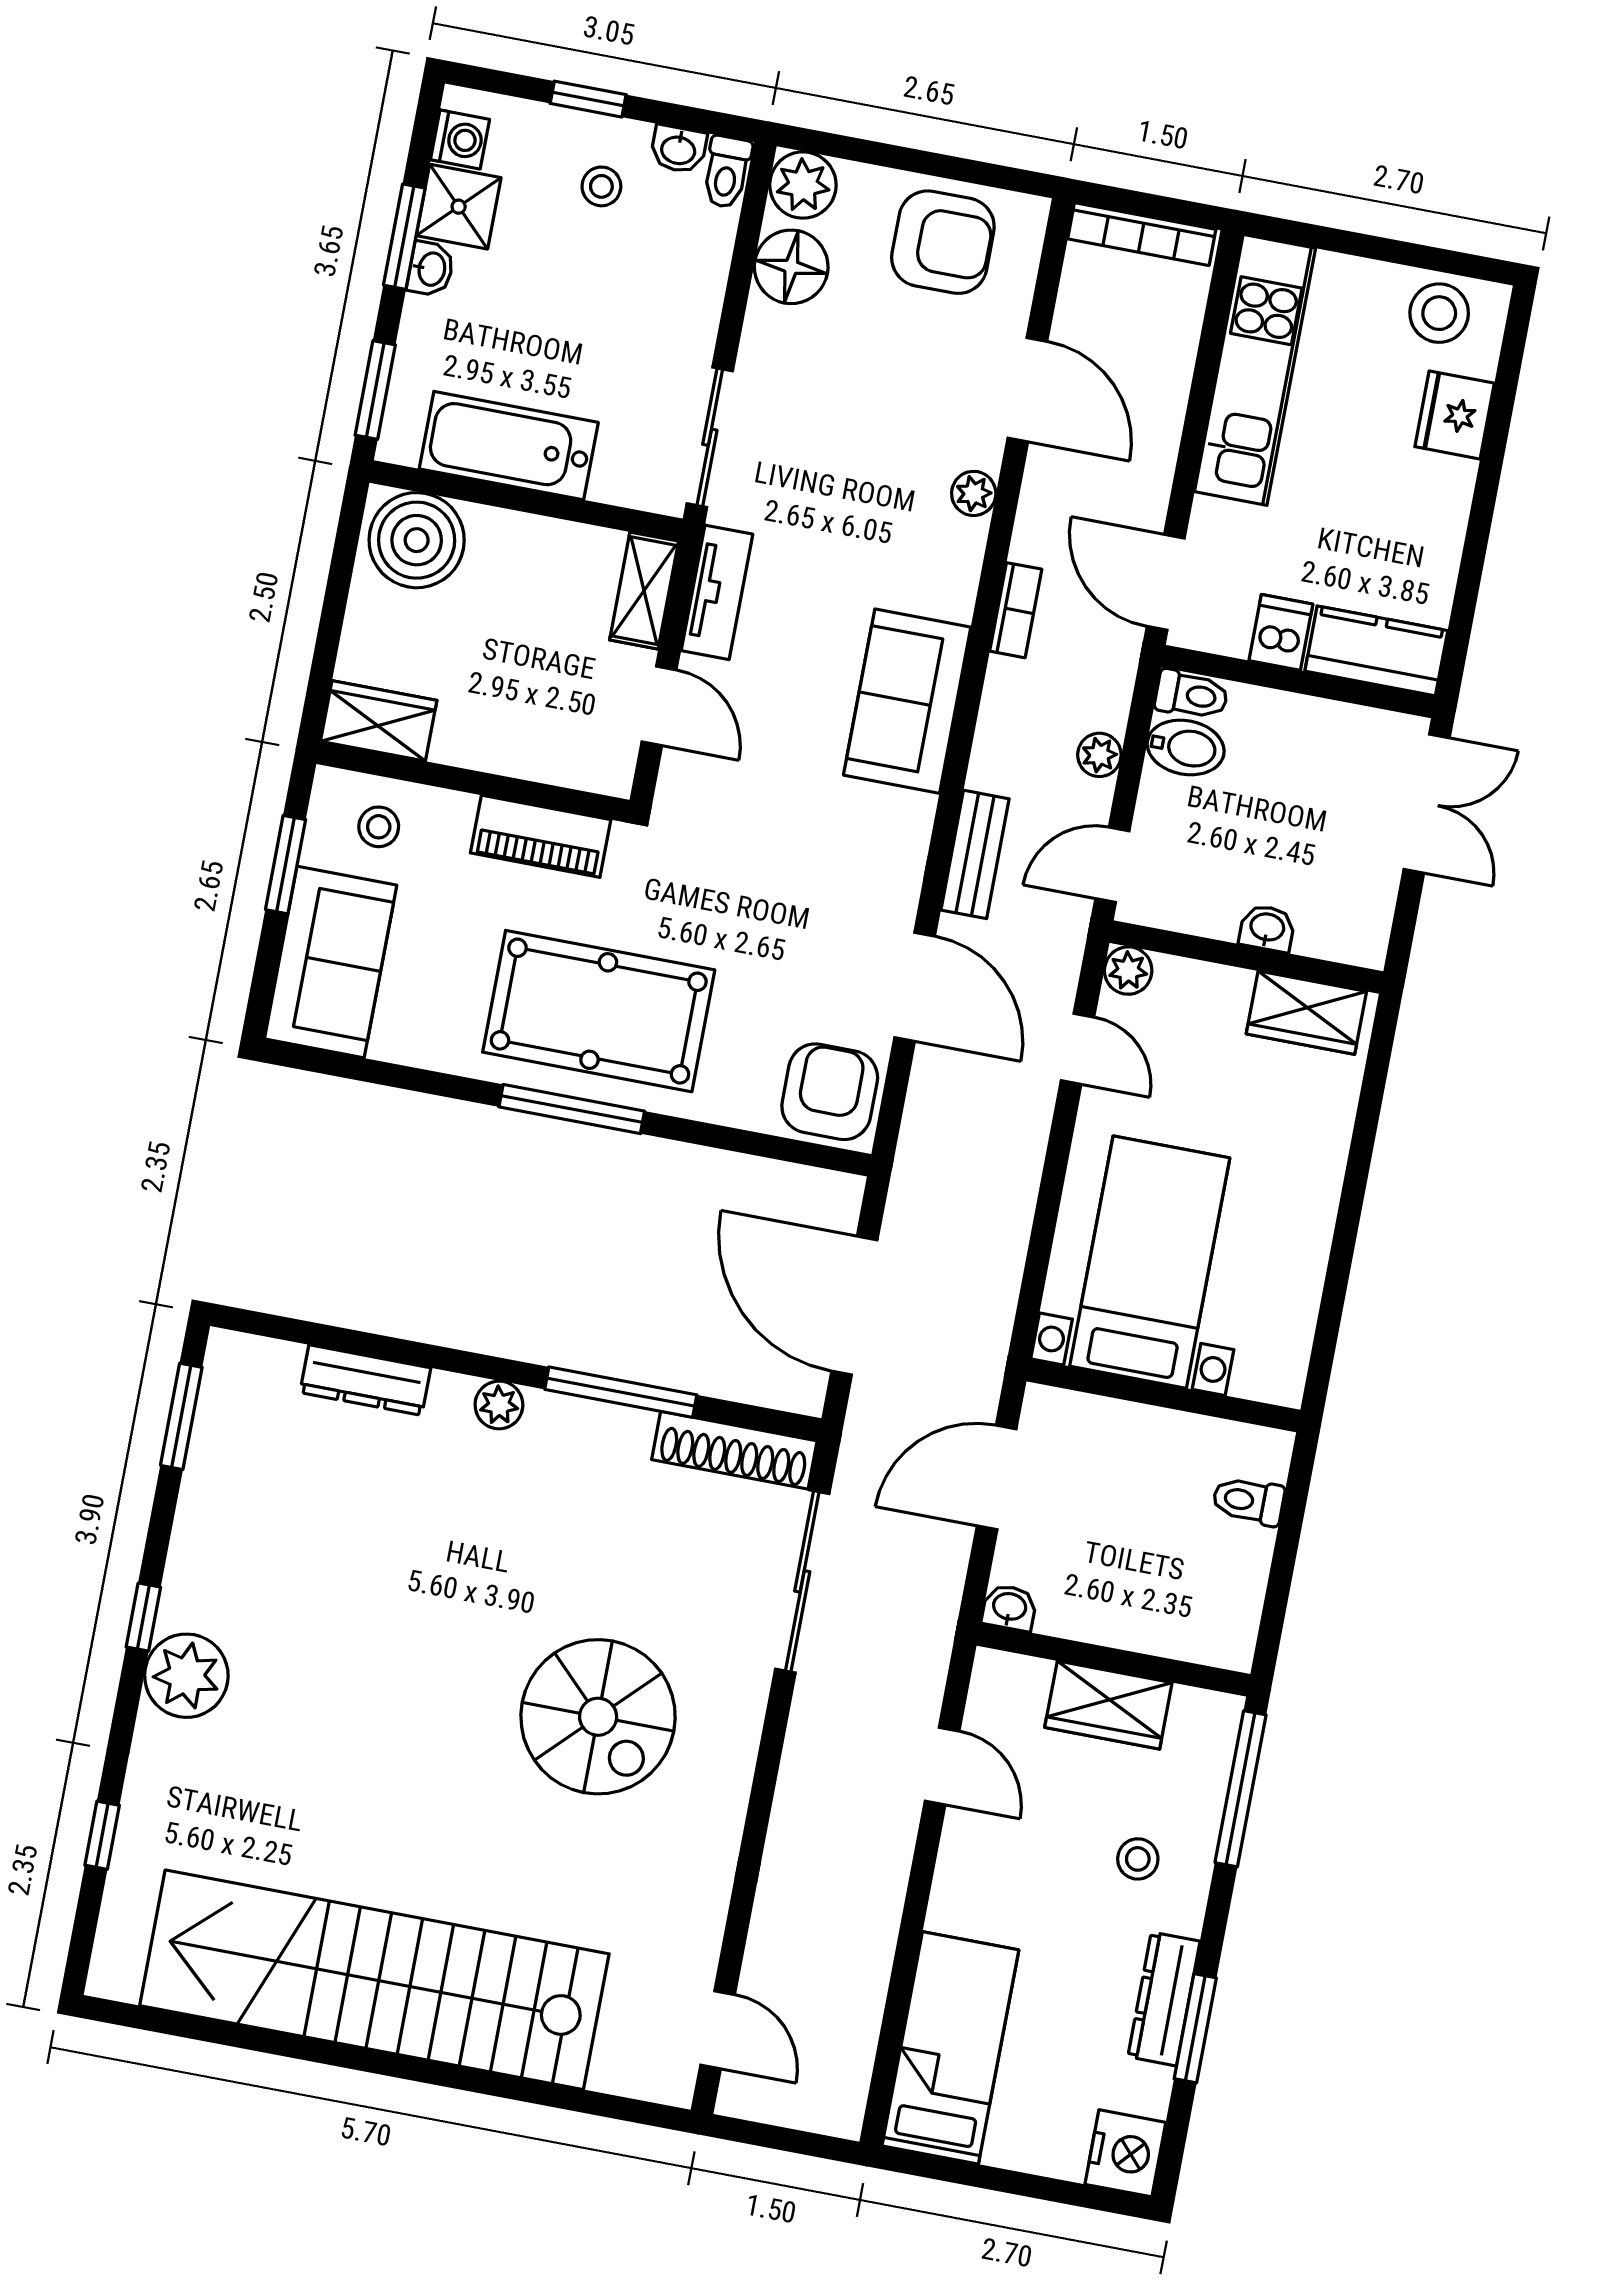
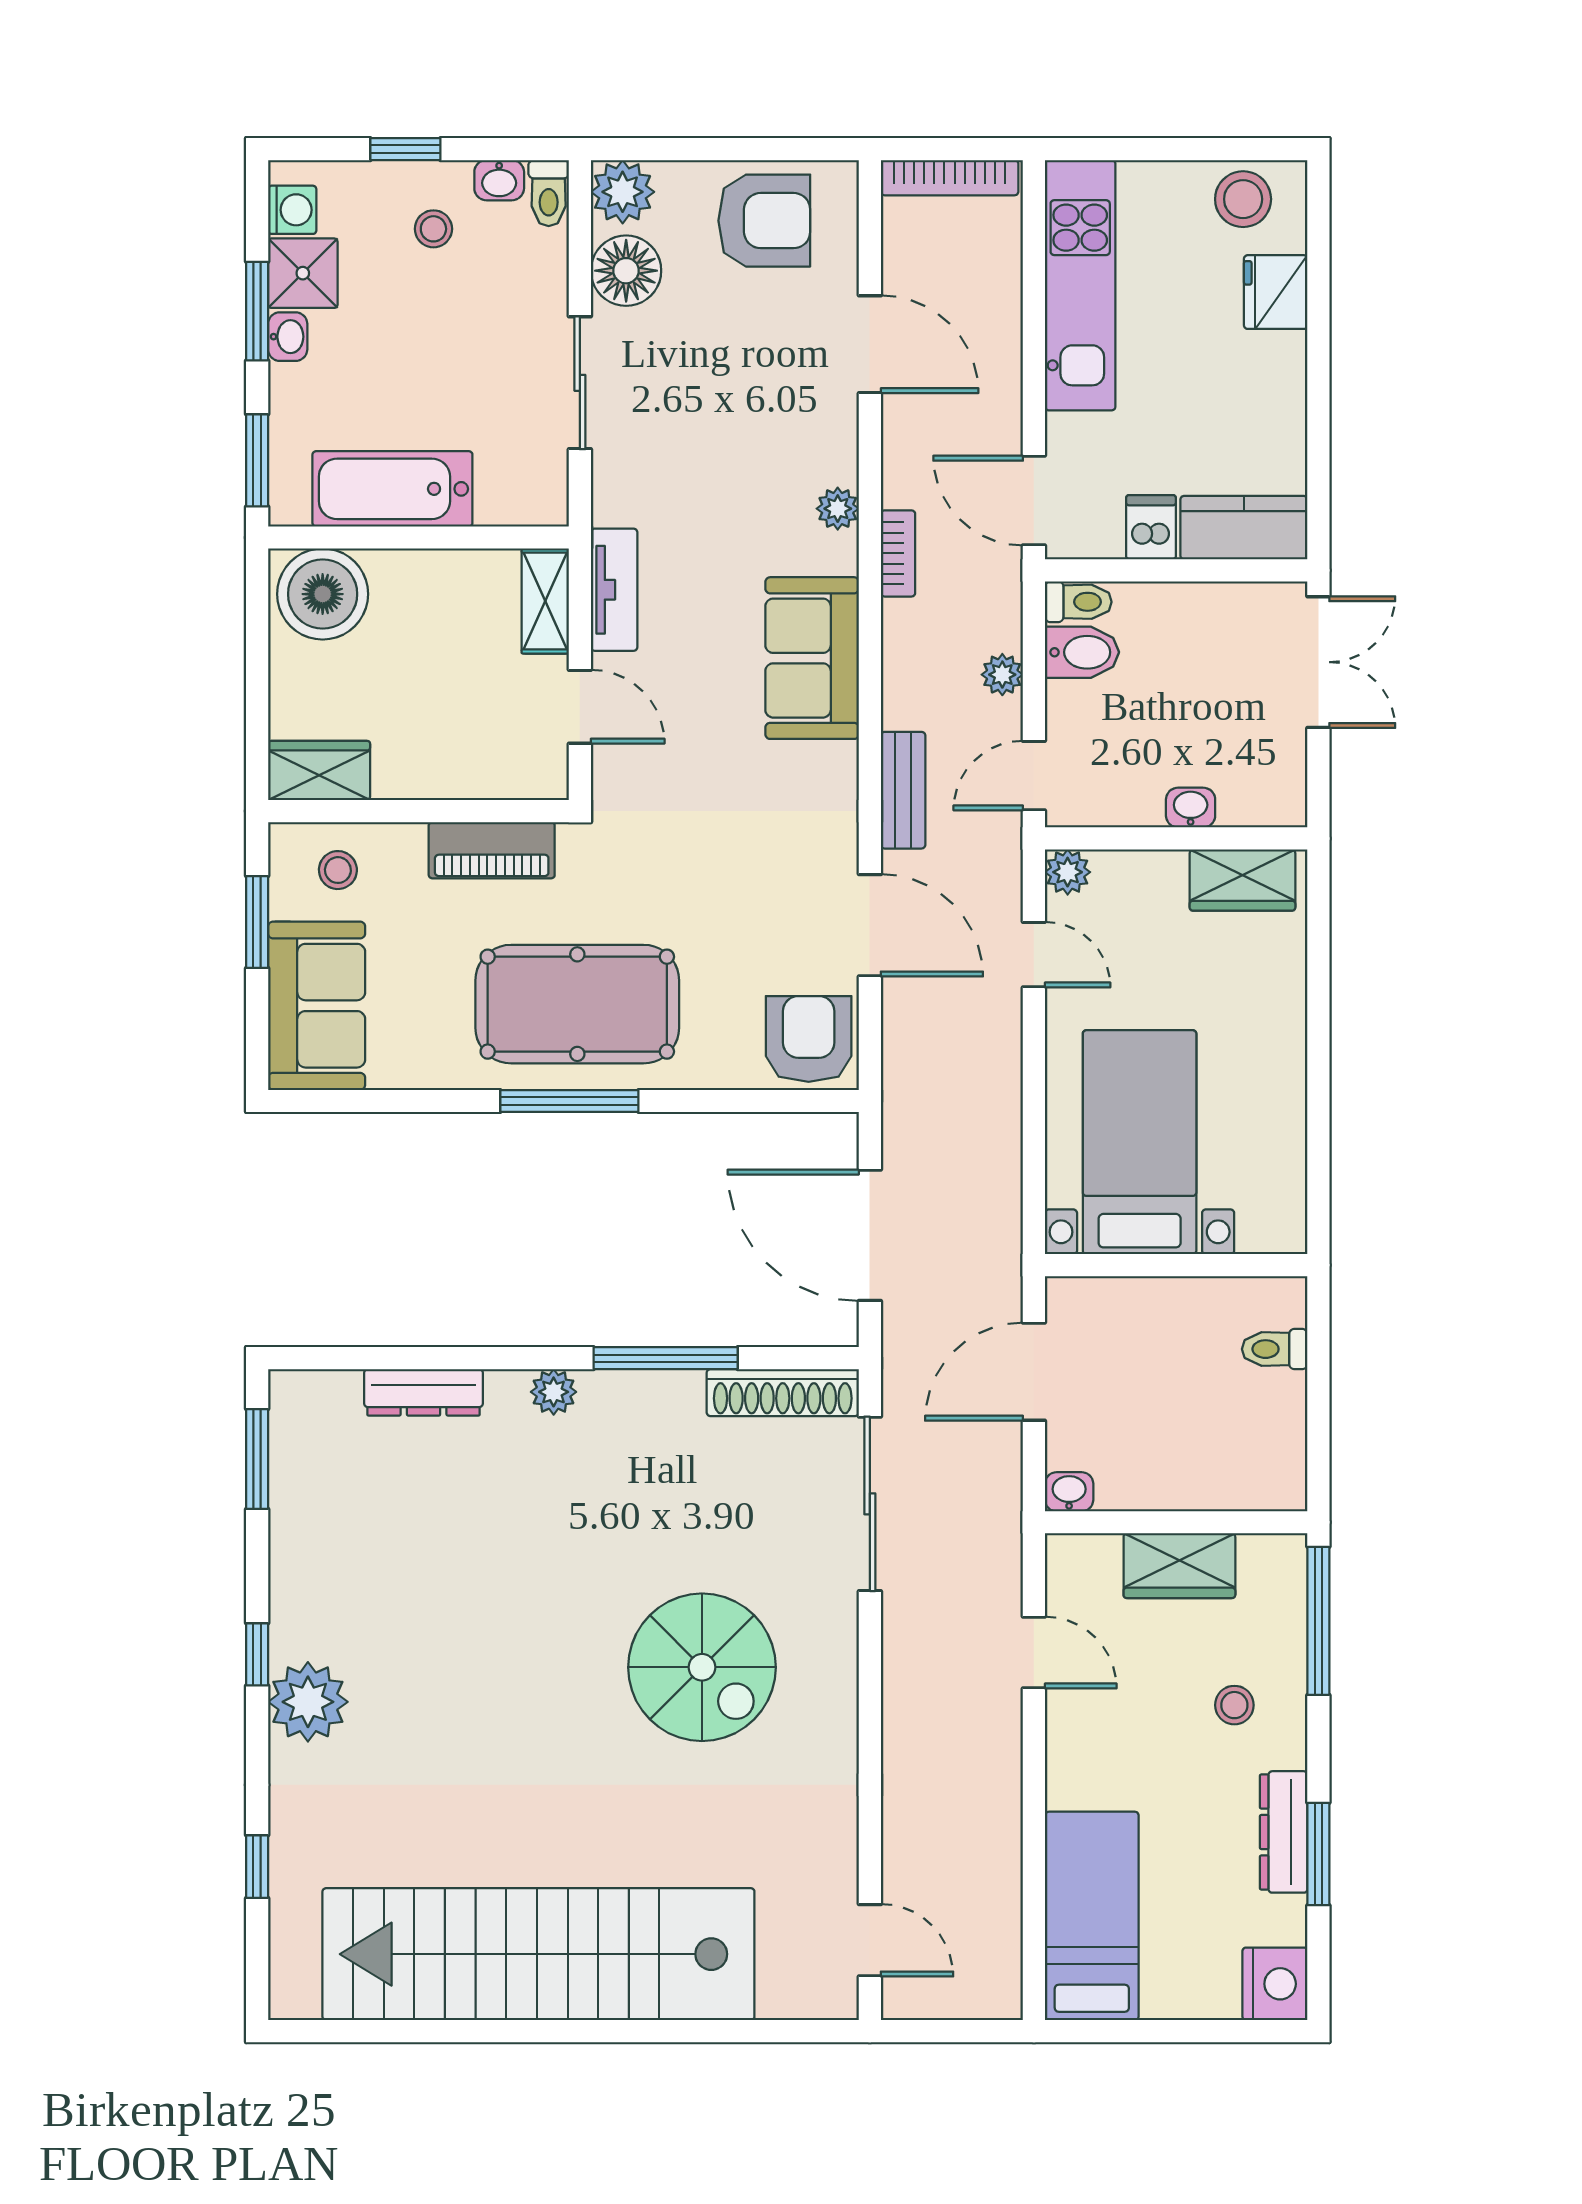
sliding door: (710, 437) -> (580, 383), moved
plant: (974, 493) -> (838, 509), moved

